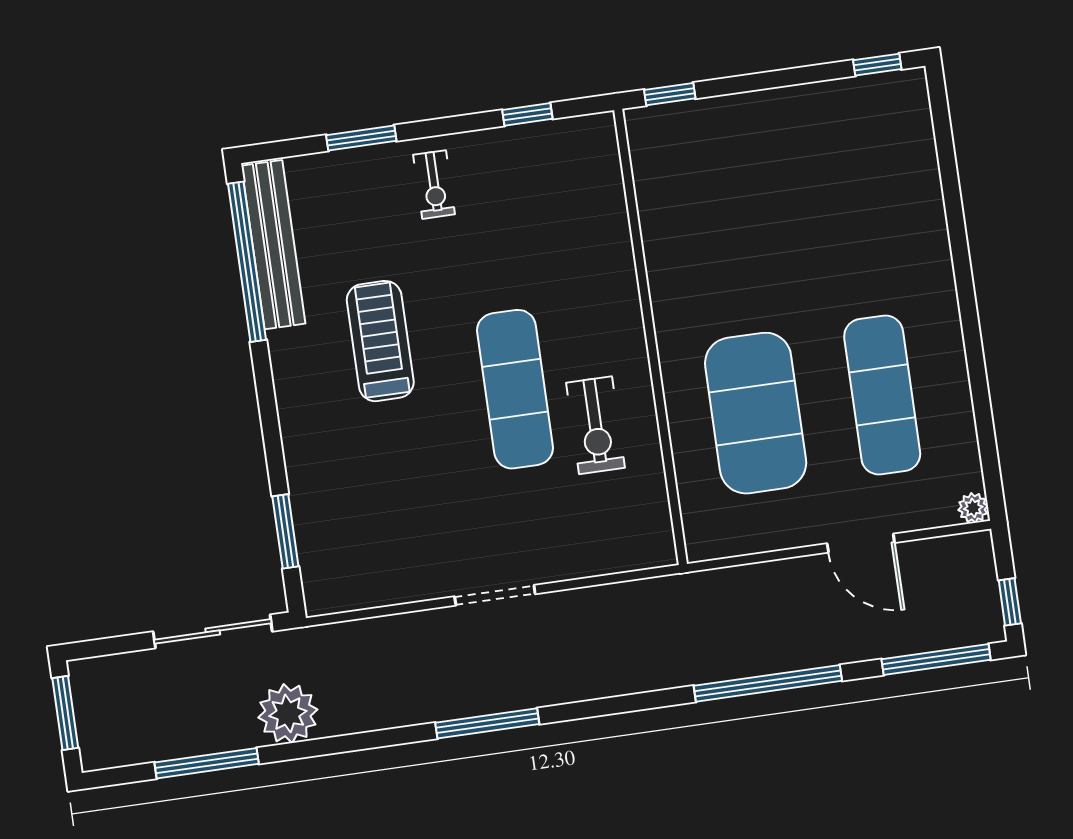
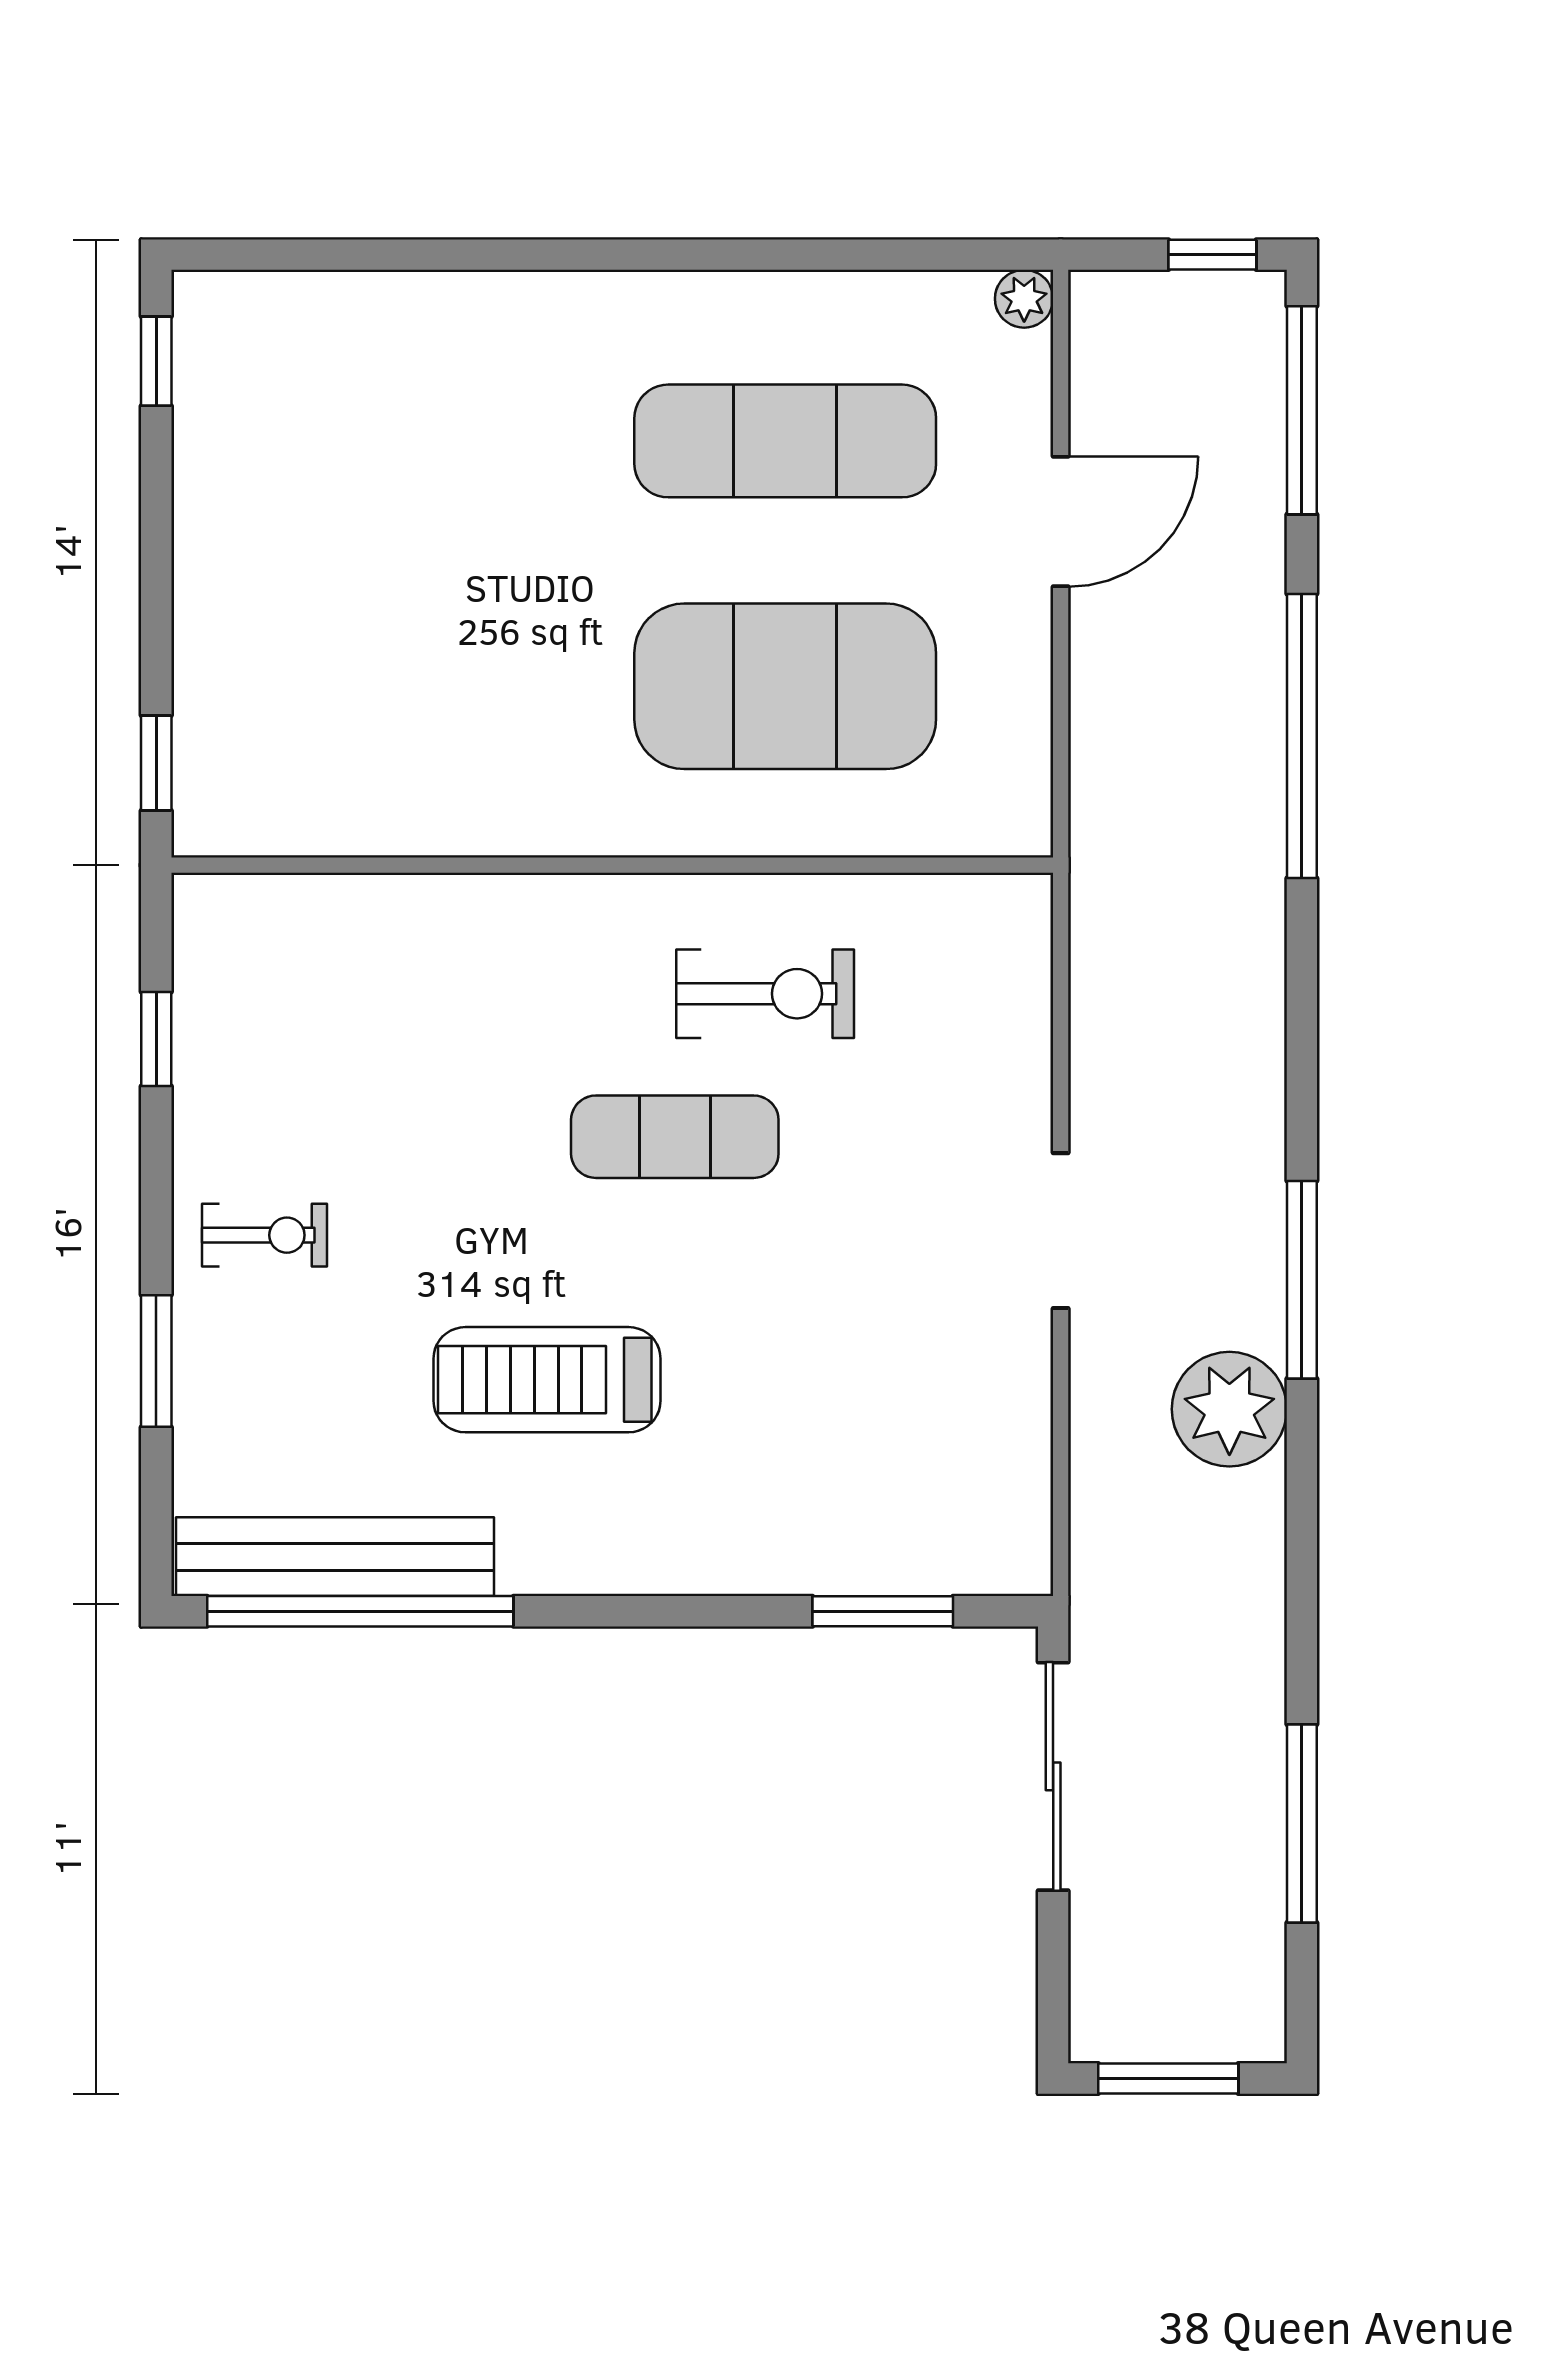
exercise mat: (515, 389) -> (675, 1137), width x0.73, depth x0.69
plant: (288, 713) -> (1229, 1409), moved

